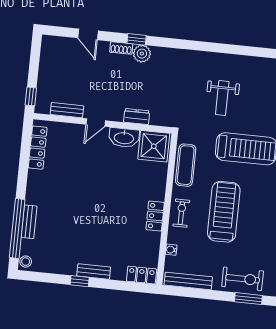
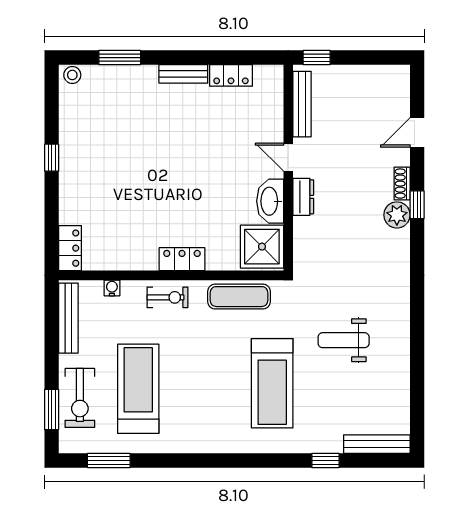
bench: (67, 110) -> (302, 104), width x1.36
dresser: (137, 116) -> (303, 197), moved
locker: (38, 148) -> (231, 75), width x0.66
treadmill: (224, 212) -> (138, 389), moved, turned -90
locker: (155, 216) -> (182, 259), moved
bench: (29, 222) -> (183, 74), moved
window: (17, 229) -> (120, 58), width x0.47
bench: (94, 272) -> (68, 177), removed

